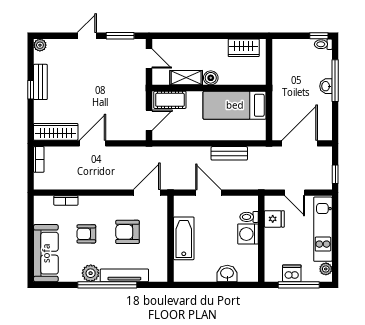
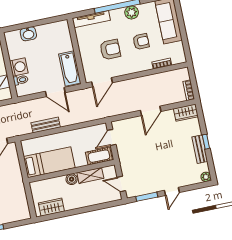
wardrobe: (56, 132) -> (186, 113), width x0.67
bathtub: (184, 238) -> (70, 68), moved
tv unit: (124, 275) -> (91, 19), moved

